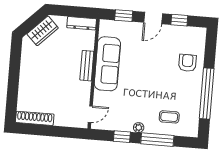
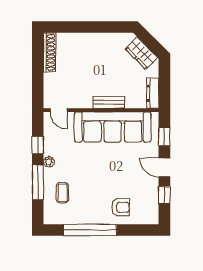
sofa: (107, 64) -> (113, 127), width x1.36, depth x1.27

